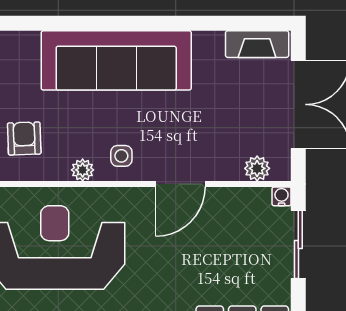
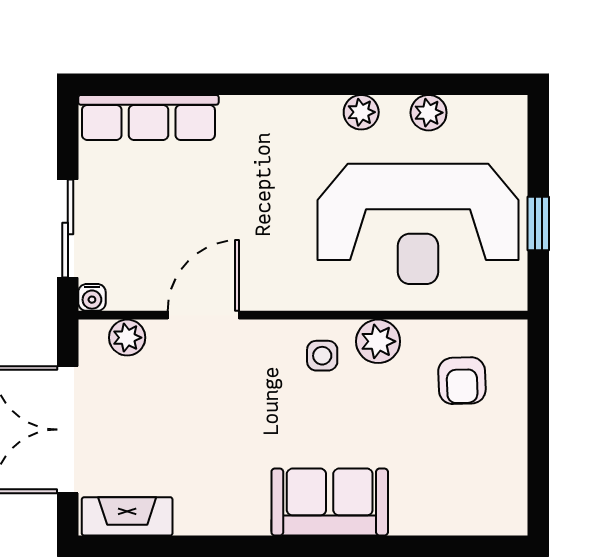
sofa: (116, 60) -> (330, 502), width x0.54, depth x0.79
plant: (83, 170) -> (378, 341), width x1.38, depth x1.38
door: (180, 184) -> (203, 315), moved

